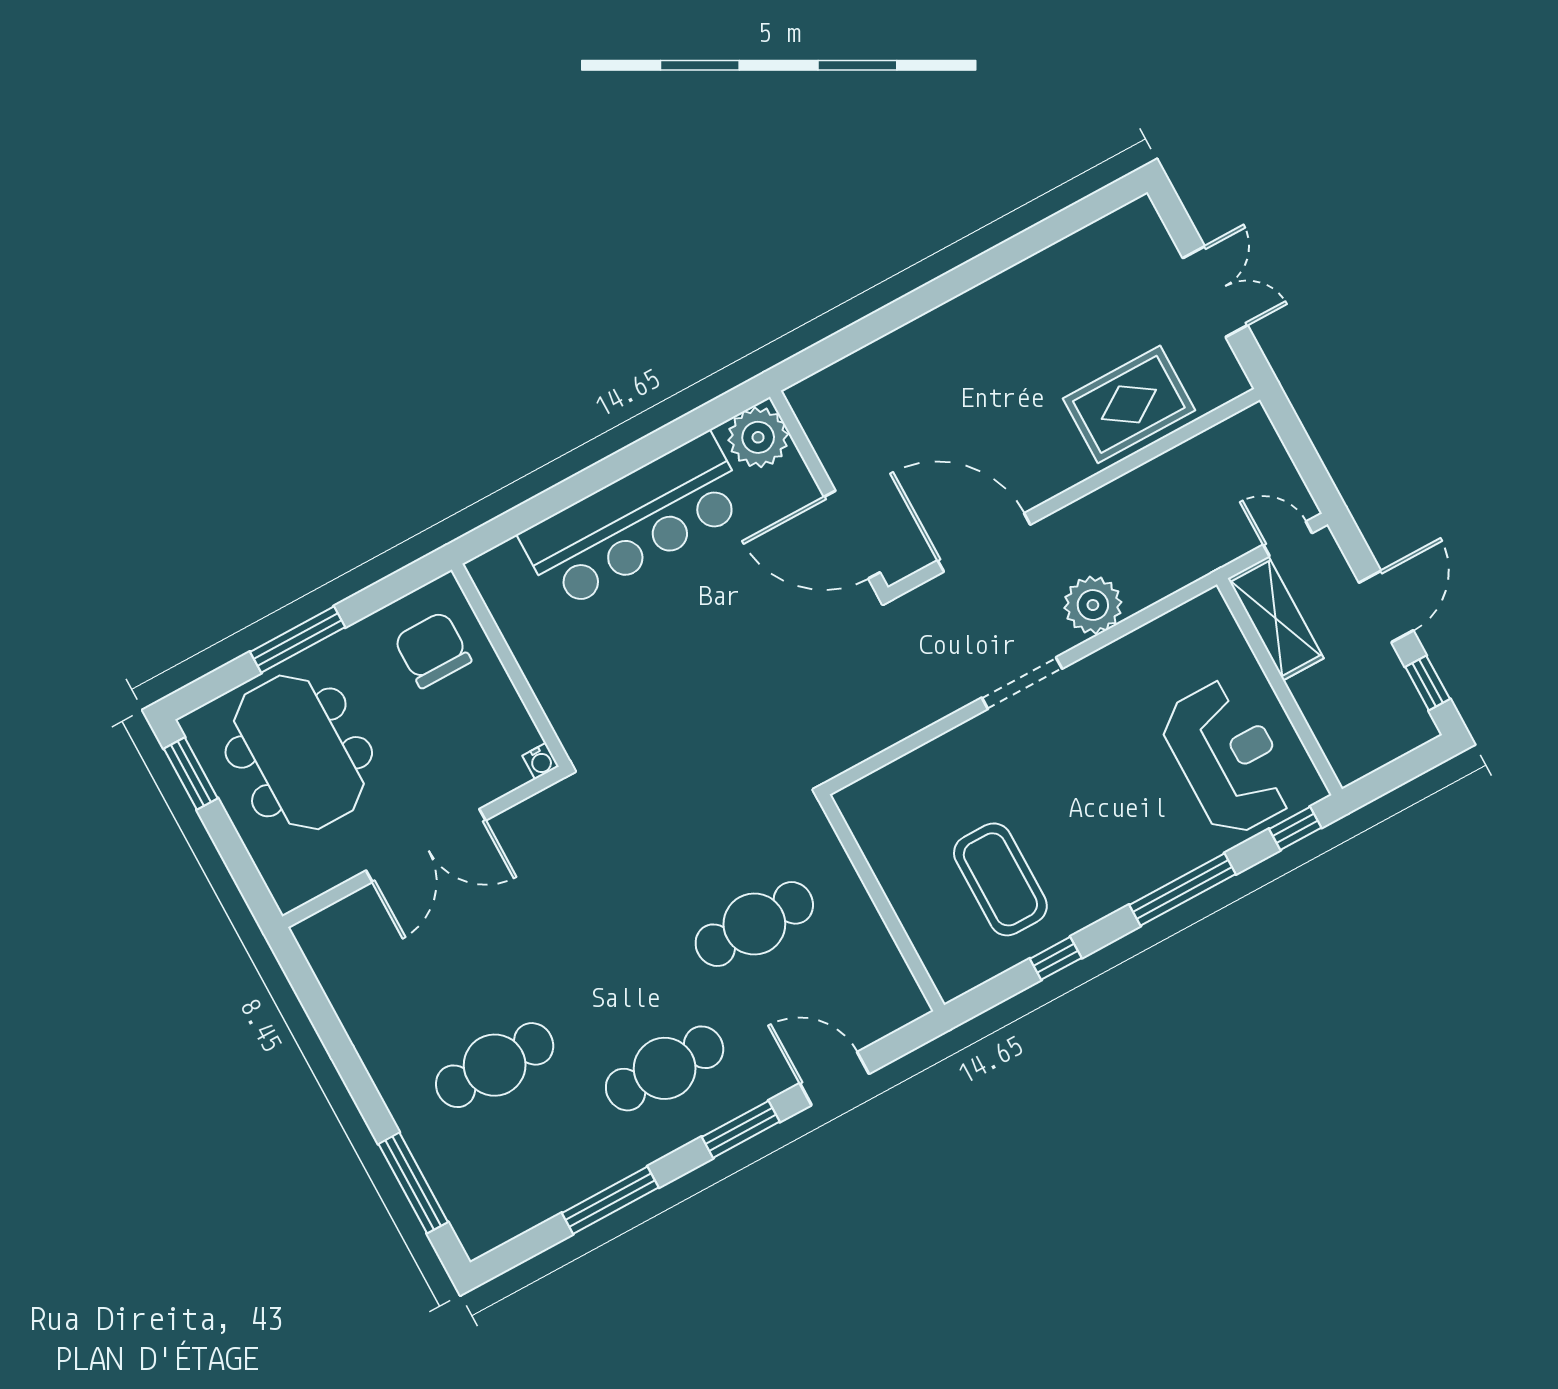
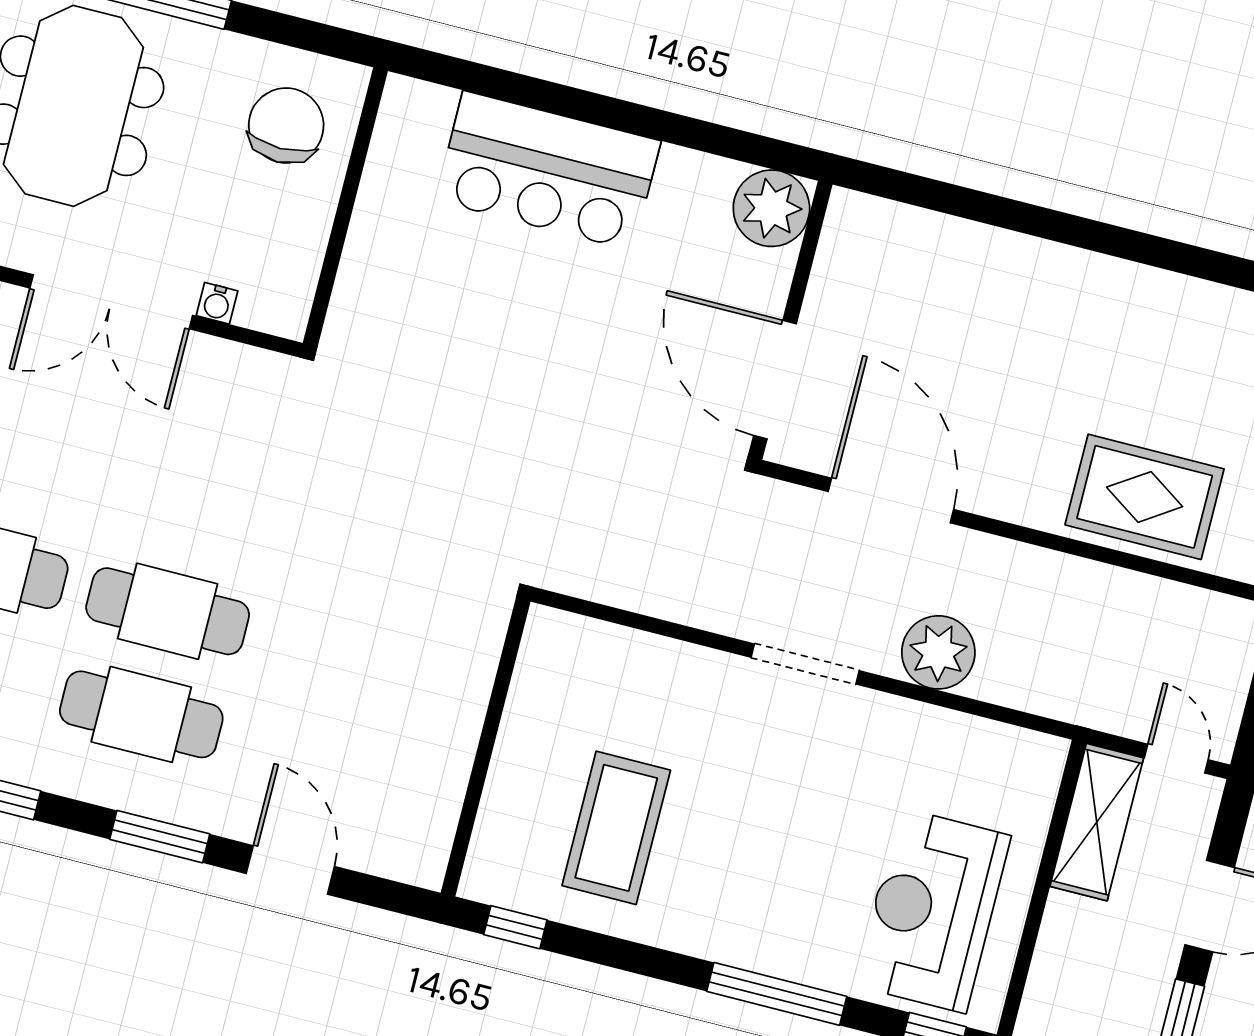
bar counter: (634, 521) -> (548, 171), width x0.73
reception desk: (1228, 758) -> (933, 910), turned 180
water cooler: (541, 761) -> (217, 303), moved
cafe table: (754, 924) -> (168, 611), moved
window: (1056, 958) -> (515, 927), moved

